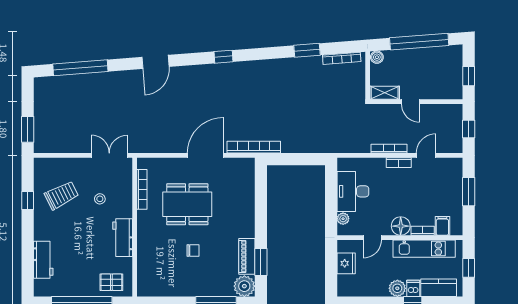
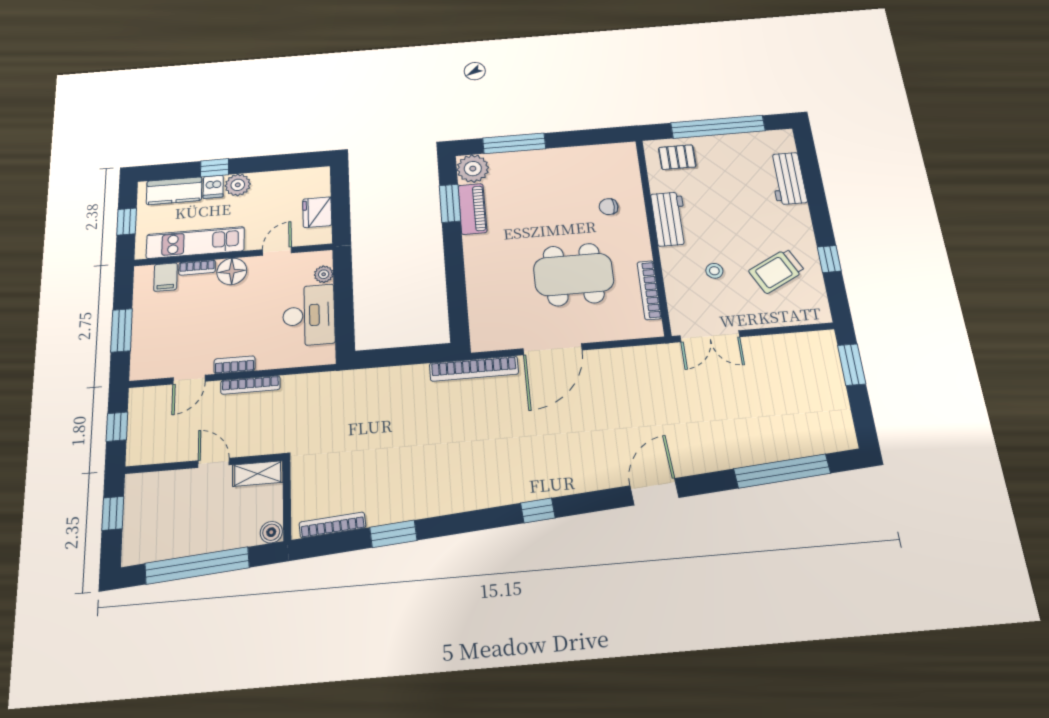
chair: (193, 250) -> (609, 207), moved

